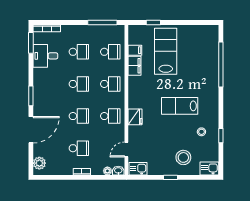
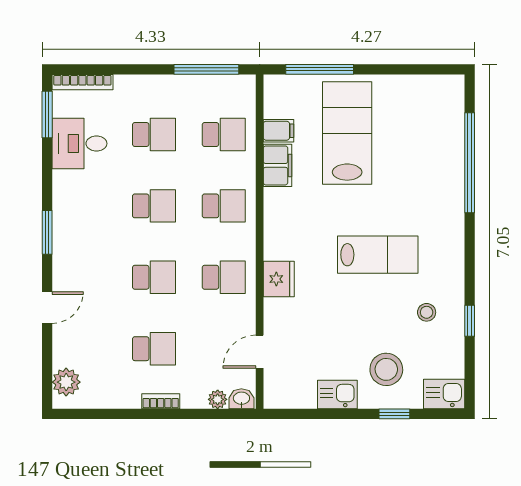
window: (153, 23) -> (320, 69), width x2.17
lab bench: (180, 106) -> (378, 255), turned 180
door: (31, 130) -> (47, 308), width x0.53
kitchen sink: (138, 169) -> (337, 395), moved
window: (171, 177) -> (394, 414), moved

